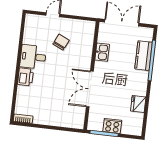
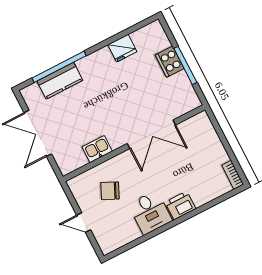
kitchen sink: (102, 52) -> (97, 149), moved
wall: (91, 76) -> (134, 143), moved
double door: (90, 89) -> (151, 134), moved

